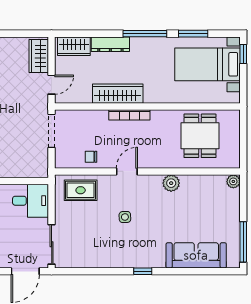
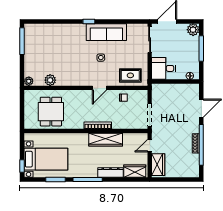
plant: (171, 183) -> (50, 80), moved
sofa: (196, 255) -> (106, 32), moved

